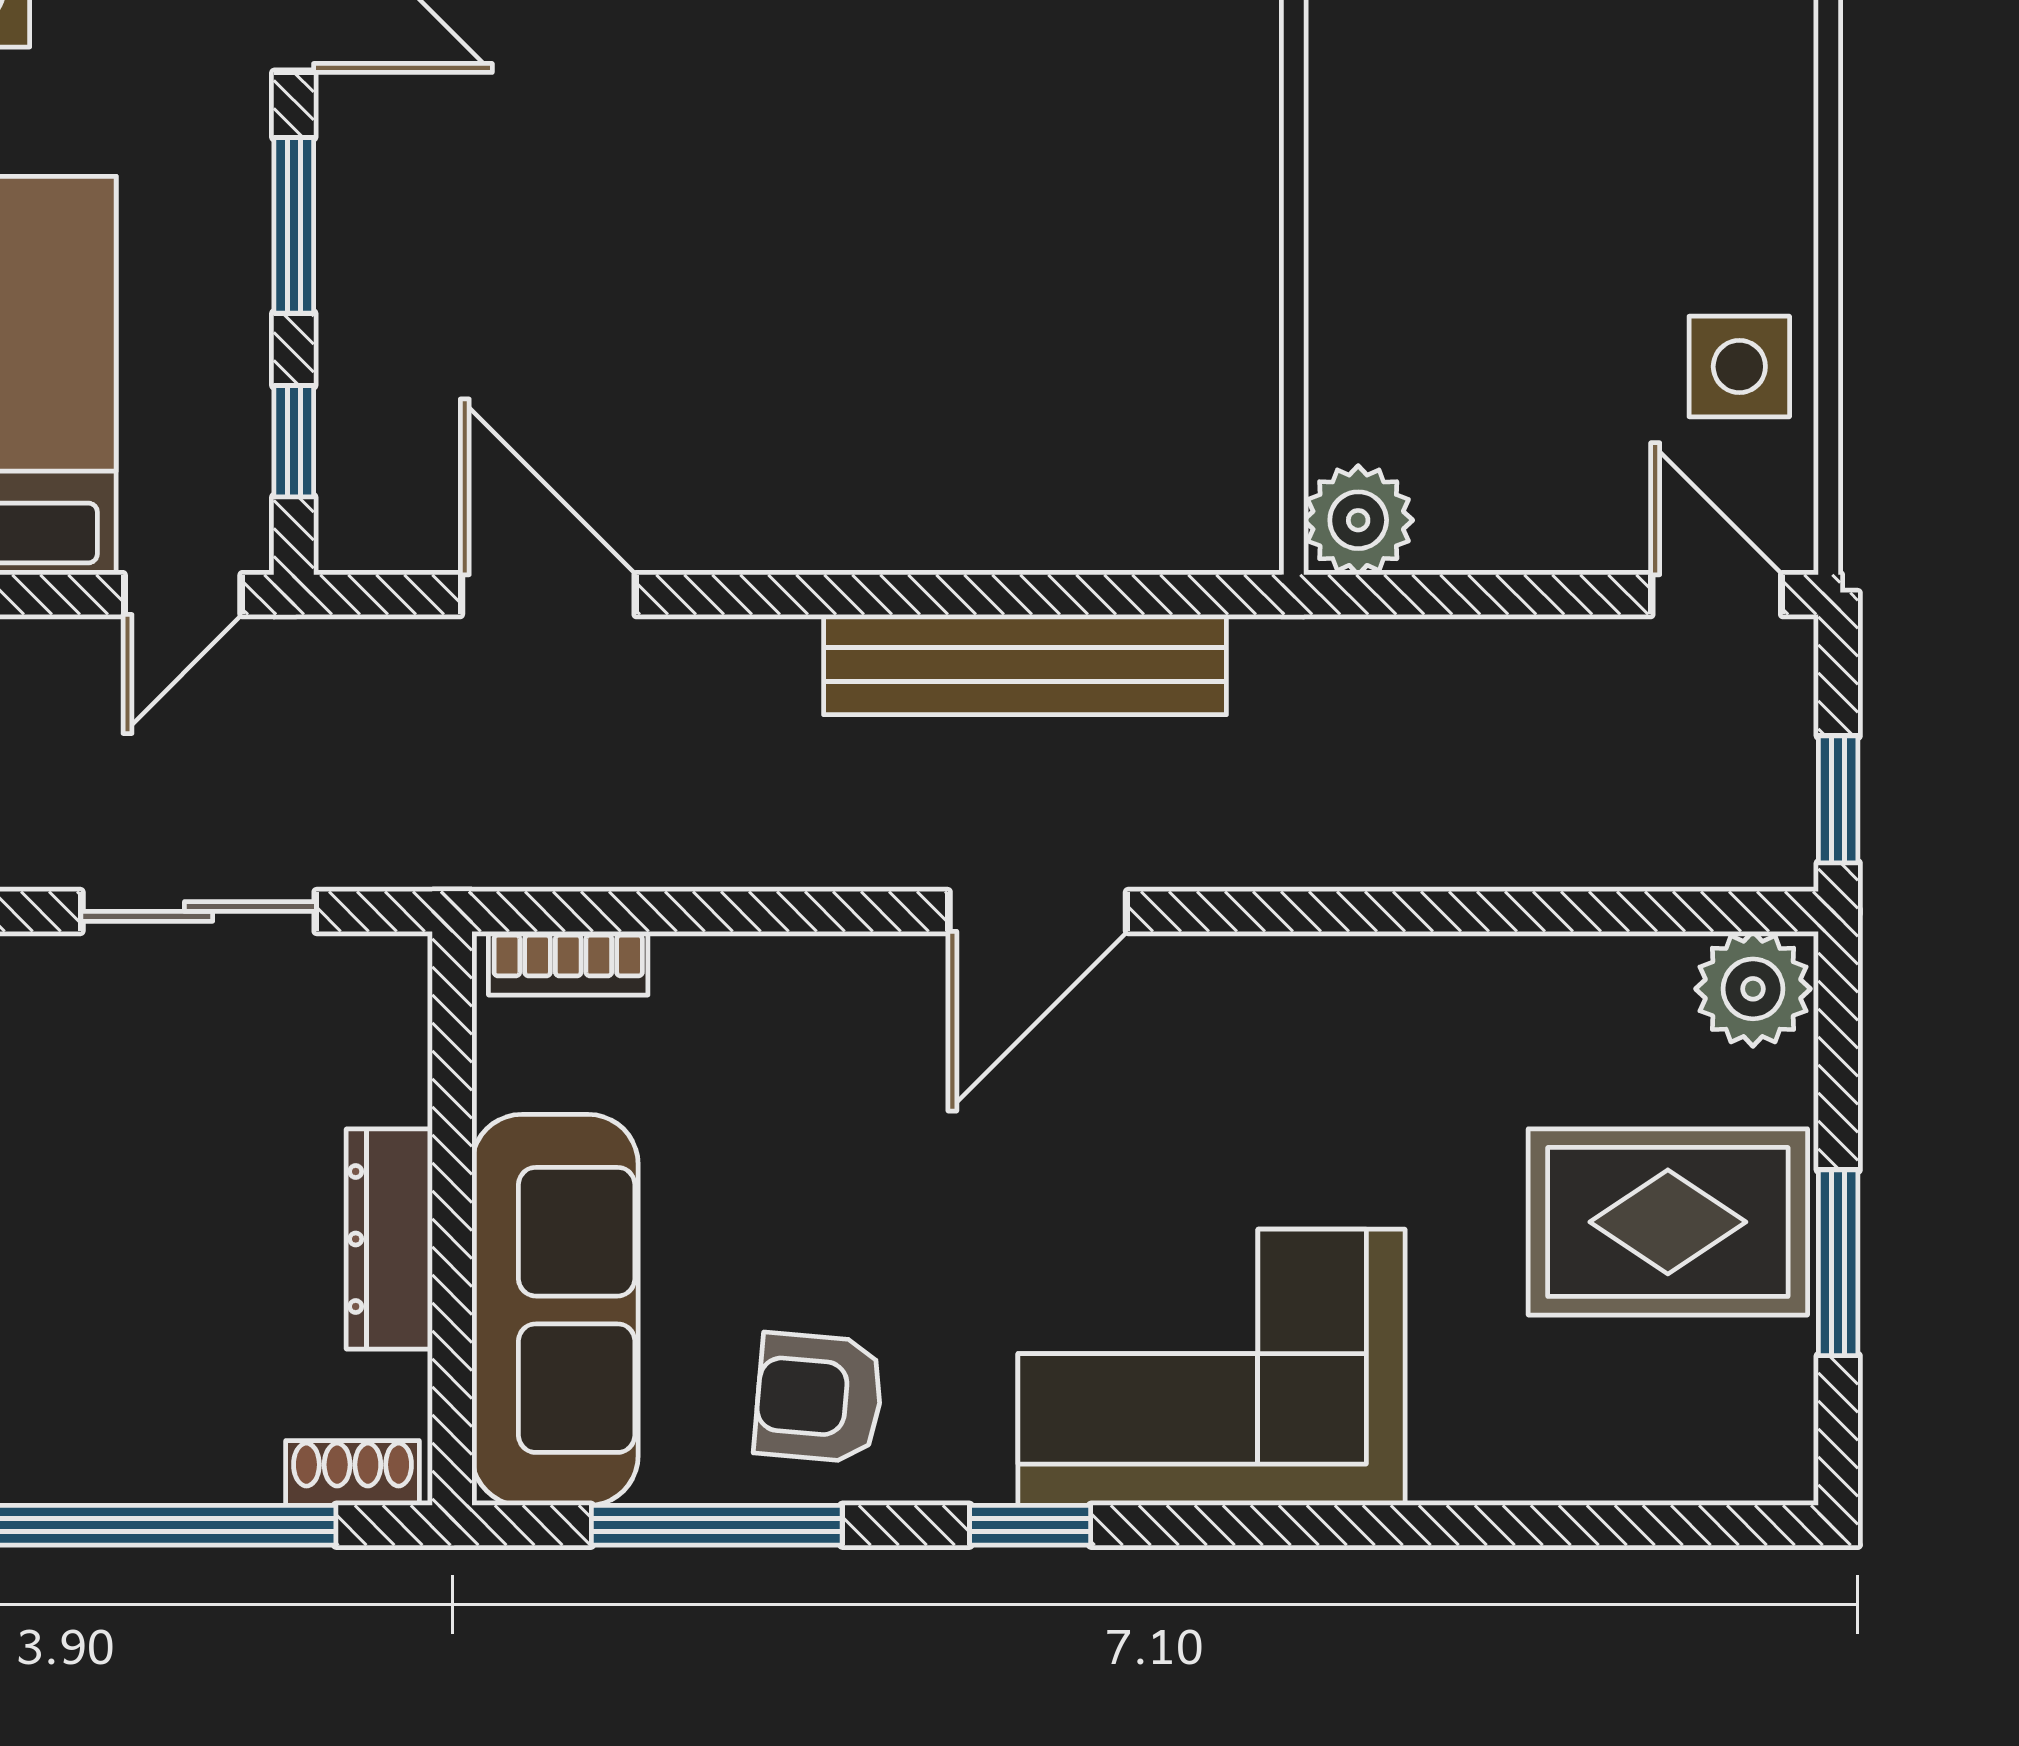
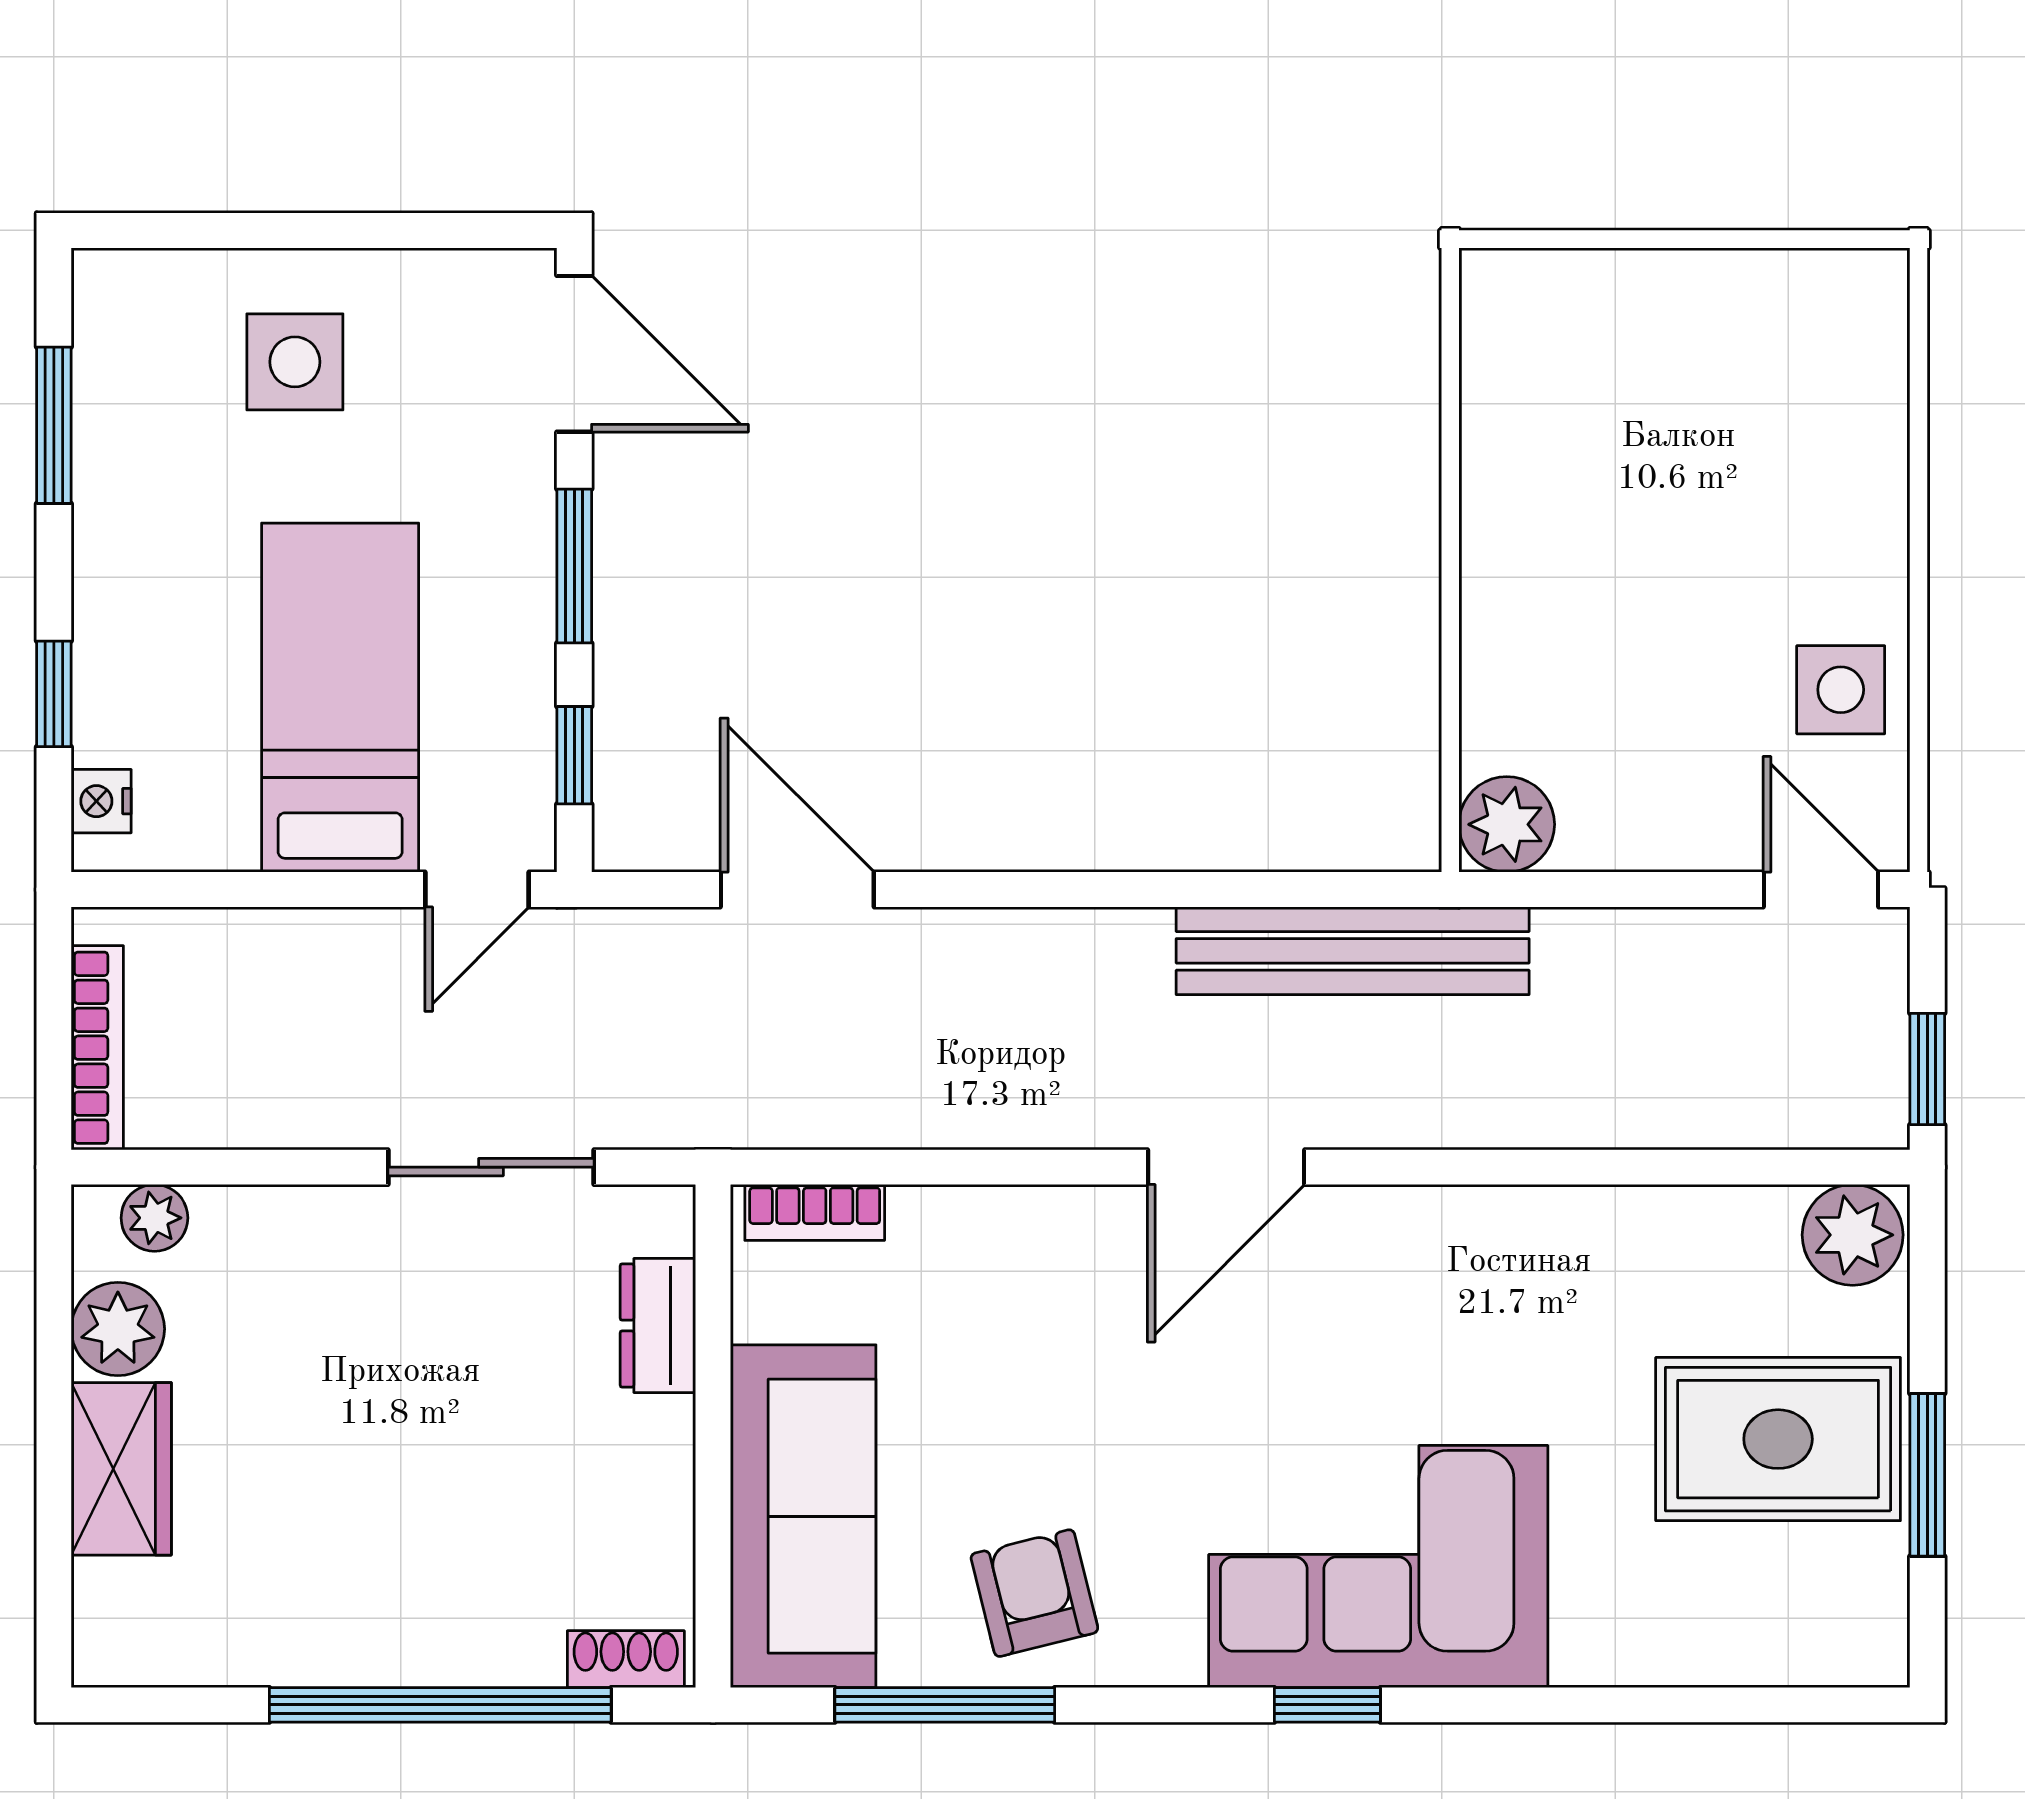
bench: (1025, 665) -> (1353, 951), moved
dresser: (389, 1239) -> (658, 1326), moved, width x0.70
armchair: (819, 1398) -> (1034, 1593), turned 71
window: (1030, 1525) -> (1327, 1705), moved

